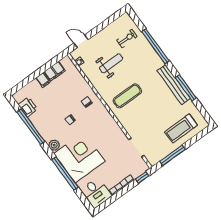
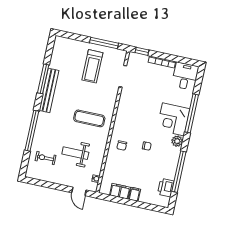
treadmill: (181, 129) -> (92, 66), moved, turned 90
corner desk: (79, 157) -> (173, 119), width x0.74, depth x0.74

